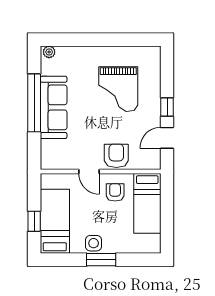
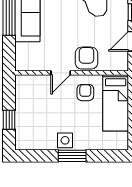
door: (89, 171) -> (61, 73), hinge flipped
bed: (55, 221) -> (29, 120), removed

